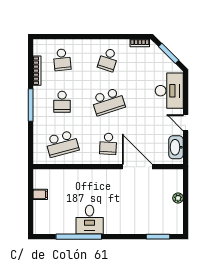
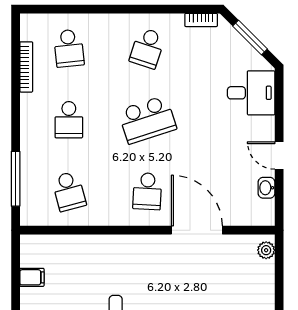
desk: (169, 91) -> (251, 93), width x0.73
window: (31, 105) -> (16, 179), moved
school desk: (62, 144) -> (69, 191), width x0.54
washbasin: (176, 147) -> (266, 188), width x0.52, depth x0.69
plant: (178, 198) -> (266, 250), moved

